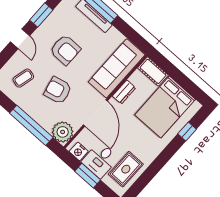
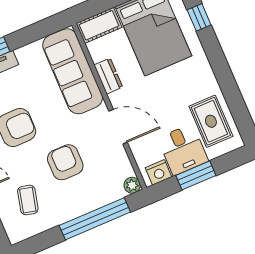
armchair: (58, 90) -> (65, 162), turned 103
door: (95, 113) -> (118, 127), width x0.73
plant: (63, 132) -> (132, 185), width x0.53, depth x0.53

